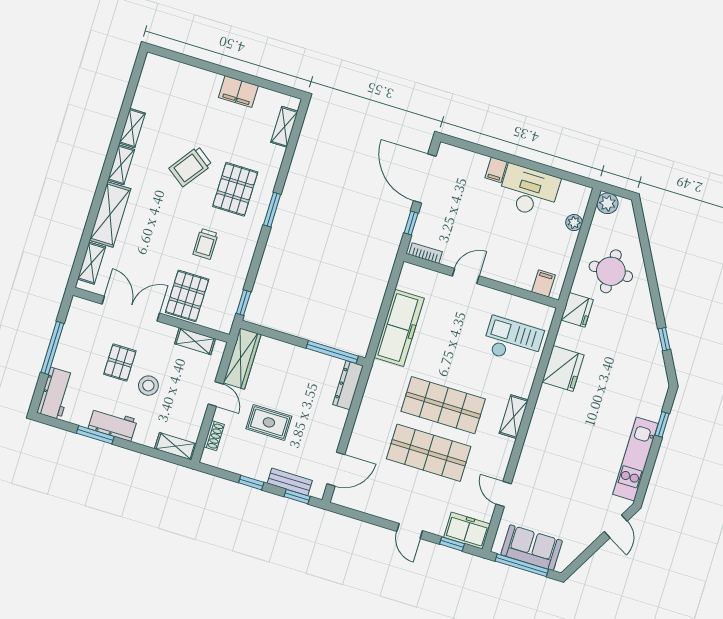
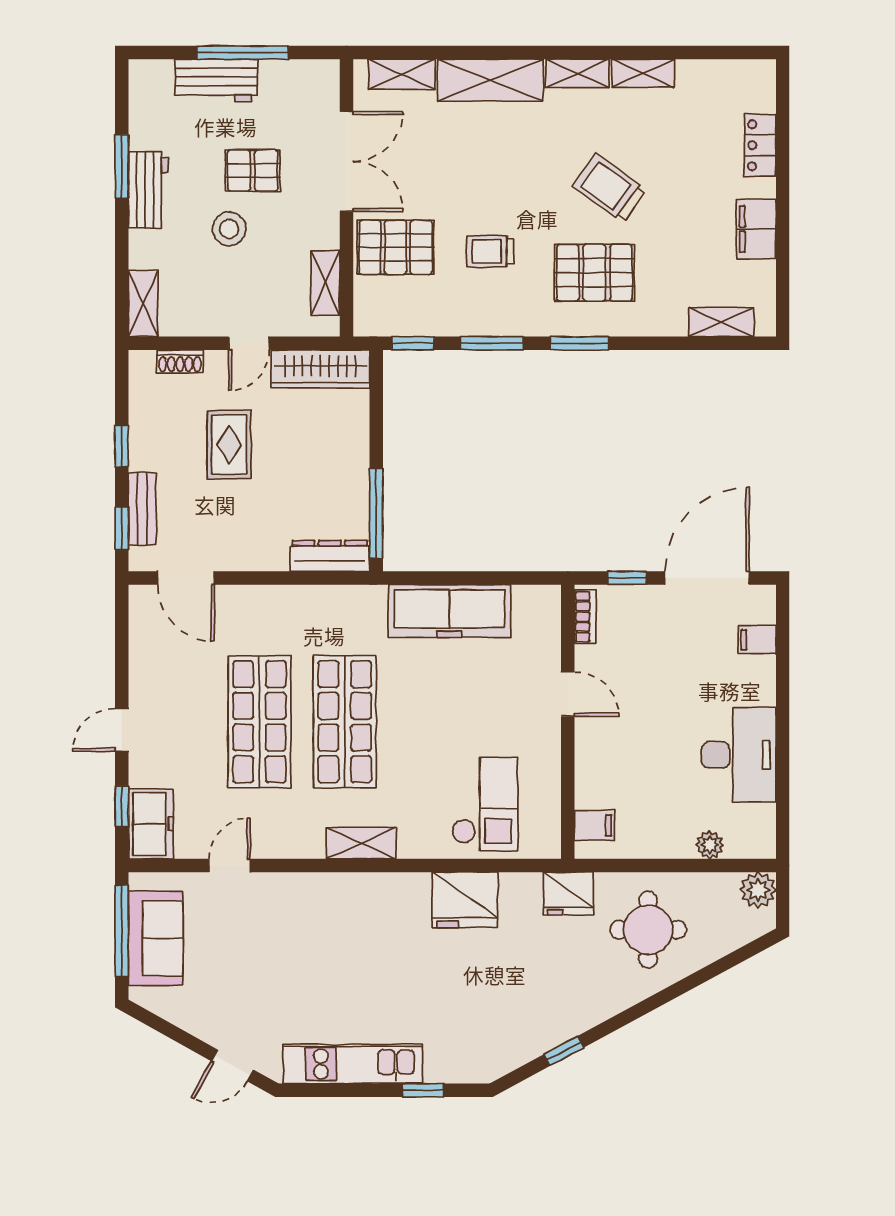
locker: (192, 75) -> (760, 145), added
filing cabinet: (496, 170) -> (757, 640), moved
window: (257, 258) -> (492, 343), added
workbench: (55, 394) -> (216, 80), moved

